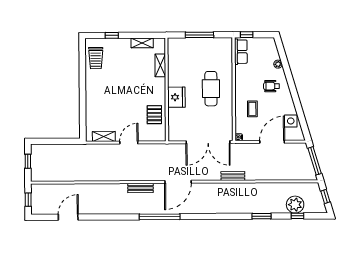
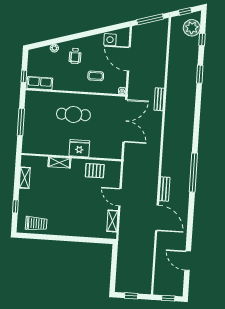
shelving: (160, 65) -> (59, 162), moved
door: (178, 182) -> (157, 218), moved
plant: (295, 205) -> (192, 28), moved

